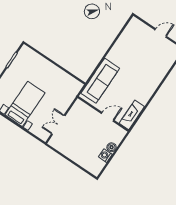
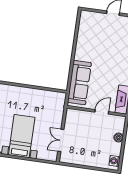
washing machine: (105, 156) -> (115, 161), moved

